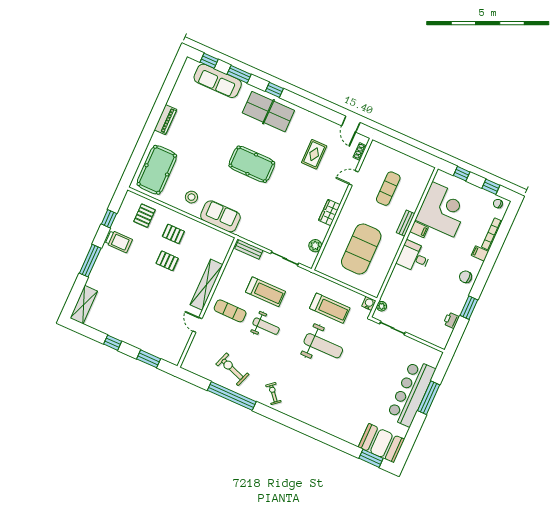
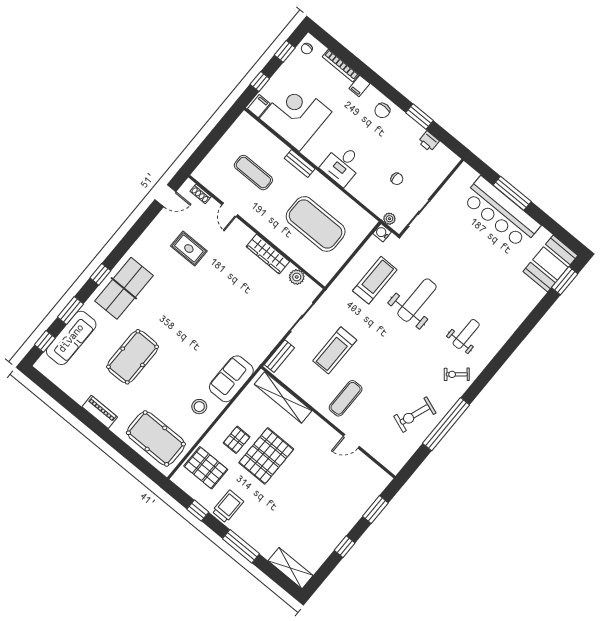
pool table: (252, 164) -> (133, 357), moved
wardrobe: (329, 213) -> (268, 254), width x1.50
pallet: (144, 216) -> (206, 468), width x1.50, depth x1.42
filing cabinet: (419, 229) -> (259, 106), moved
pallet: (167, 261) -> (266, 456), width x2.05, depth x2.00
shelving: (206, 285) -> (283, 397), moved
treadmill: (265, 292) -> (335, 350), turned 180
chair: (415, 303) -> (397, 179), added
weight bench: (266, 326) -> (466, 334), moved

